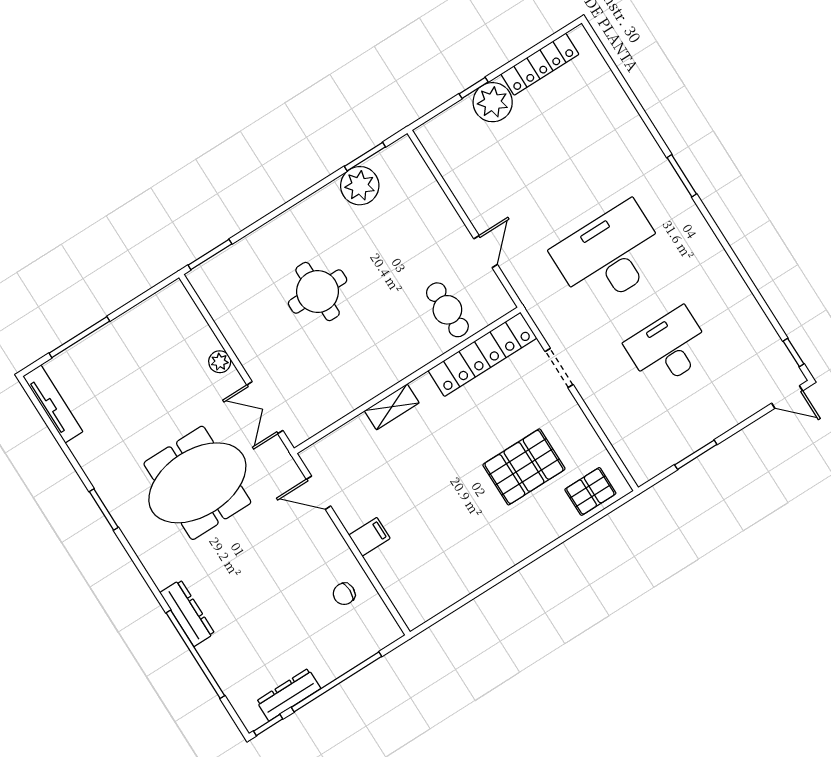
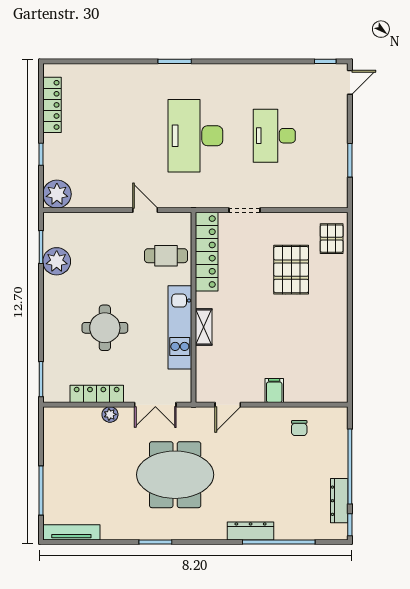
plant: (493, 102) -> (57, 194), moved
locker: (234, 331) -> (97, 394), added
kitchen unit: (374, 379) -> (180, 327), added
meeting table: (197, 483) -> (175, 475), turned 90

